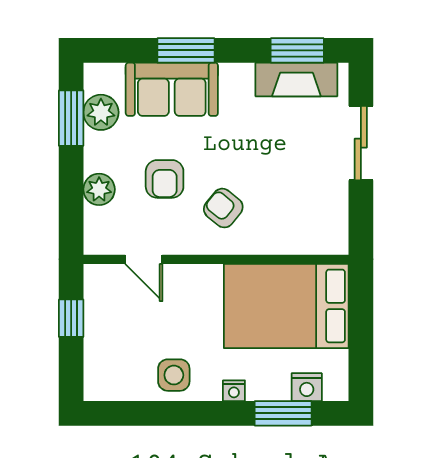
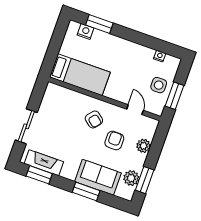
bed: (286, 306) -> (80, 75), width x0.67
window: (71, 318) -> (174, 96), width x1.50
side table: (174, 375) -> (159, 85), moved
nightstand: (234, 391) -> (160, 56), moved

